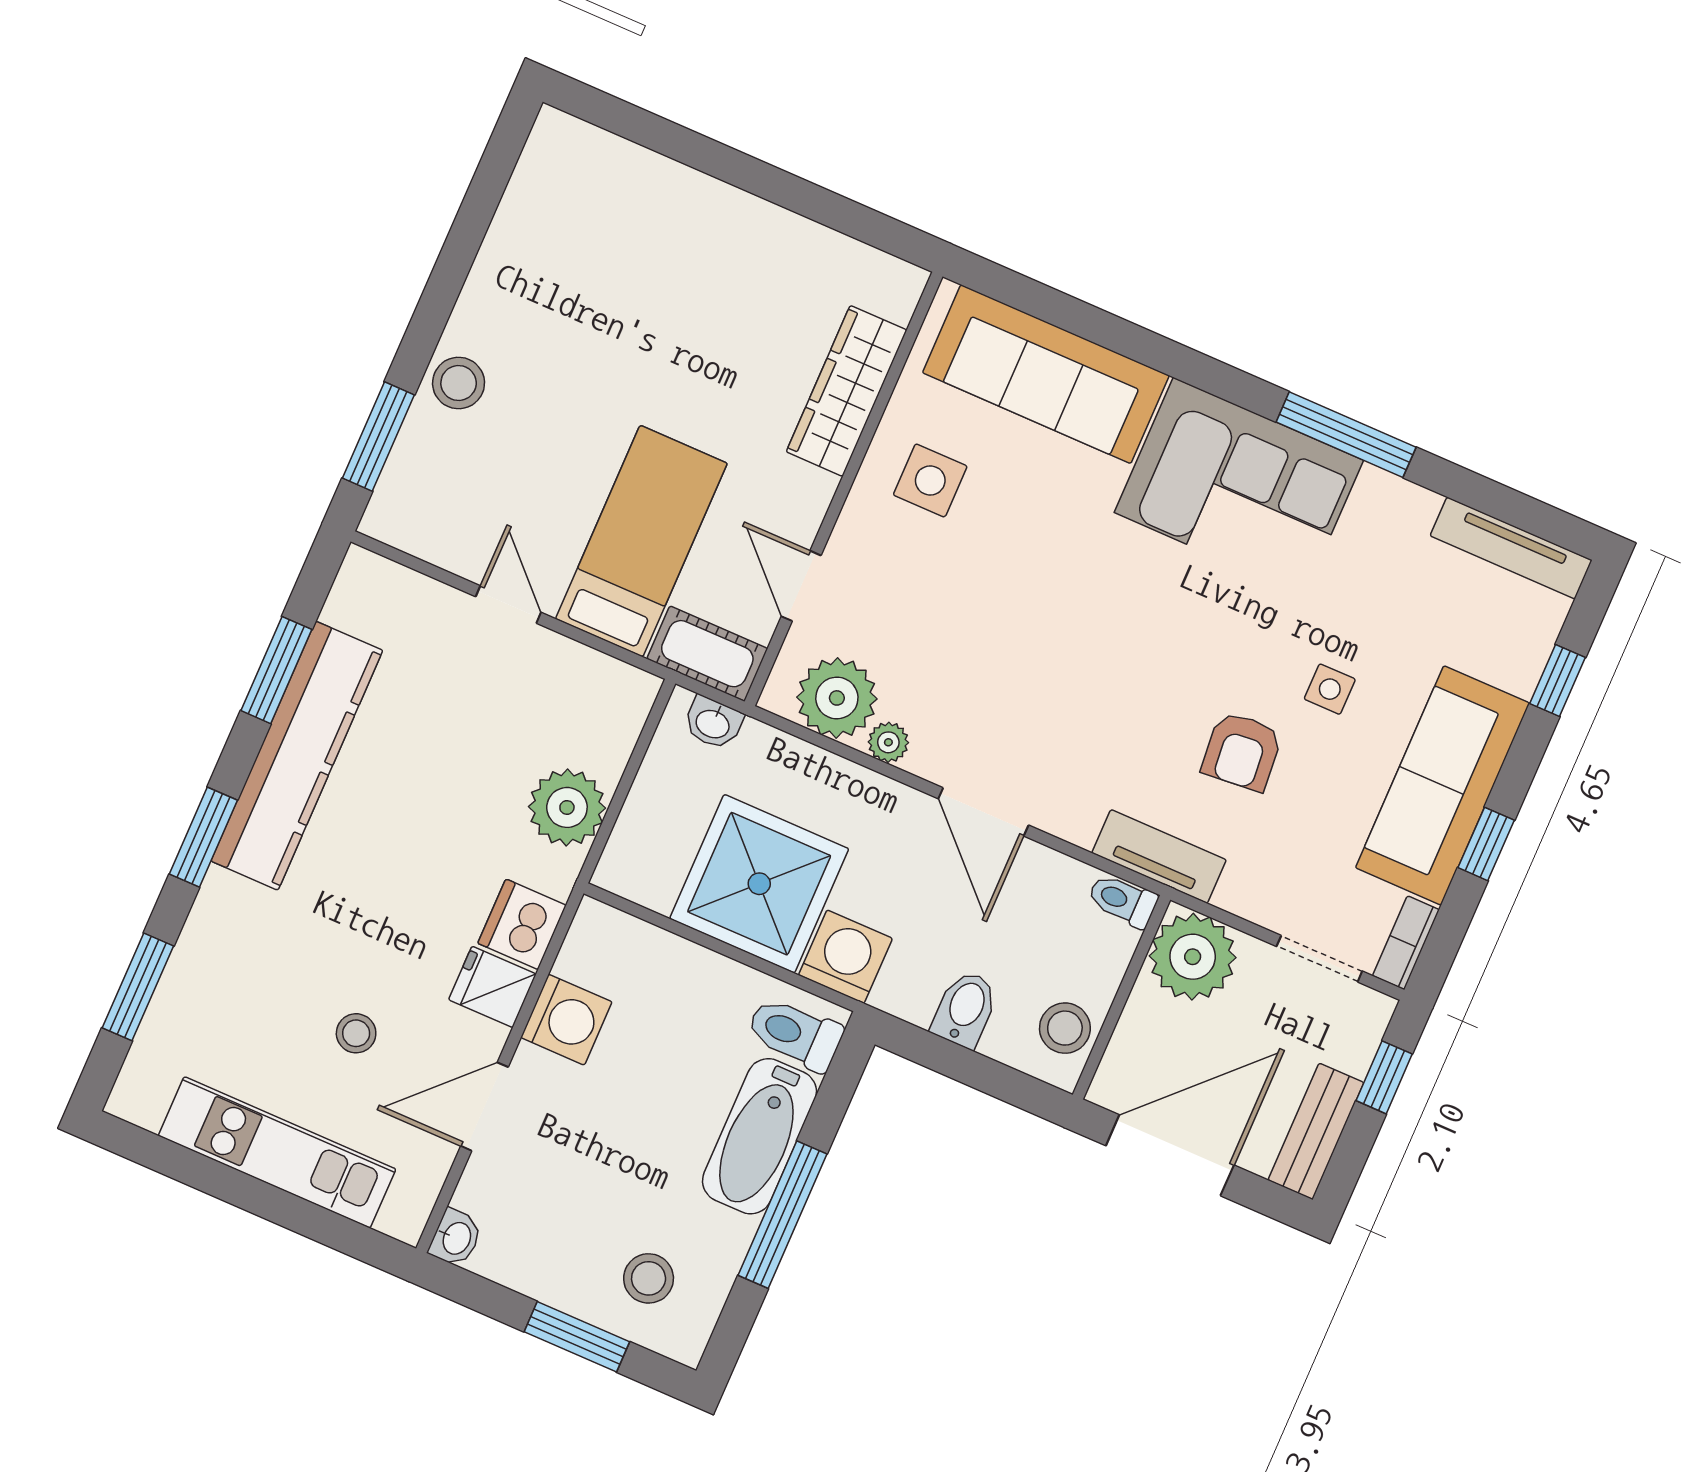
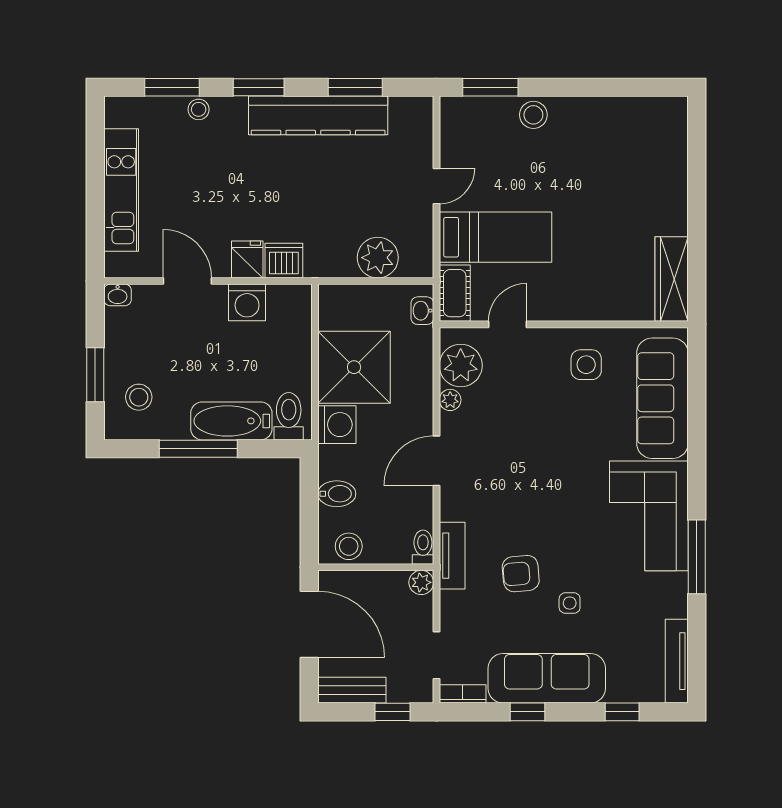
wardrobe: (847, 391) -> (672, 279), moved, turned -90
plant: (567, 807) -> (378, 258), moved
plant: (1193, 957) -> (421, 582), width x0.53, depth x0.53
stool: (356, 1033) -> (199, 109), moved

